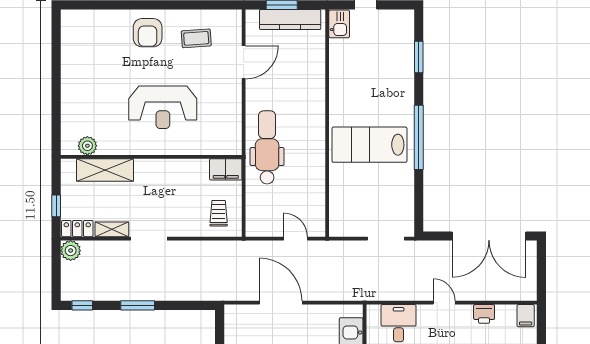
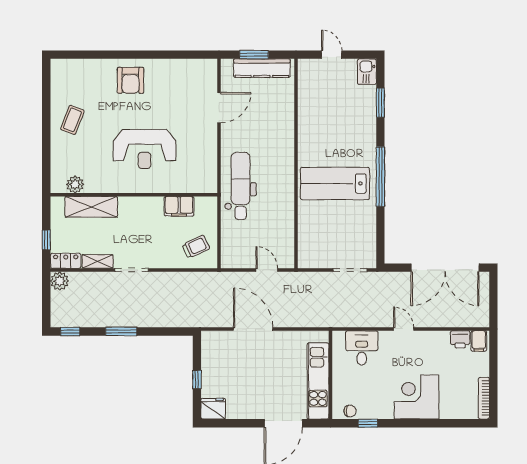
kitchen sink: (339, 24) -> (367, 72), moved, turned 180
coffee table: (196, 38) -> (72, 120), moved, turned -65
filing cabinet: (226, 169) -> (179, 206), moved
trolley: (219, 213) -> (196, 247), turned 65
printer: (484, 314) -> (460, 339), moved

